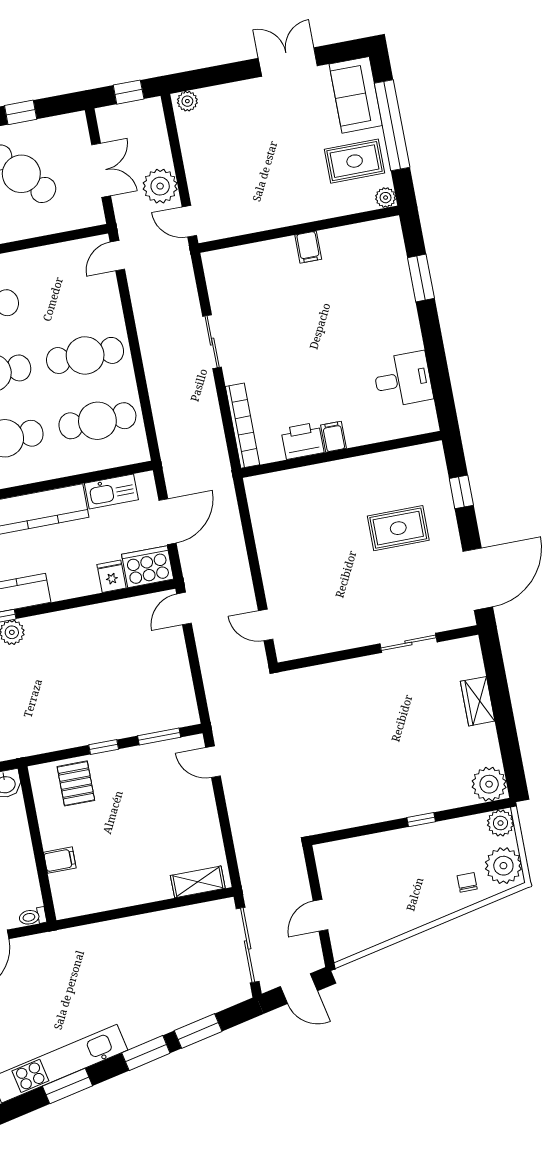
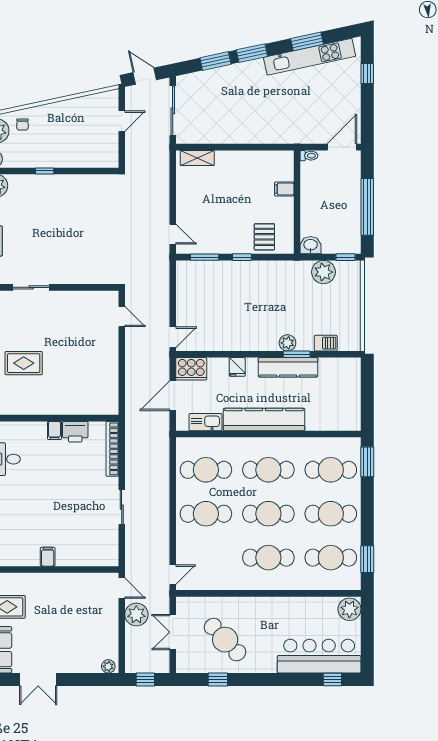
fridge: (112, 576) -> (237, 367), moved

